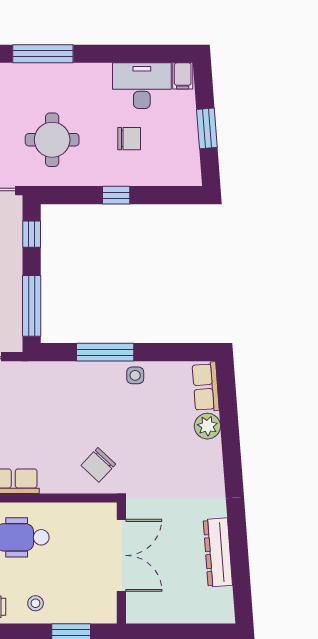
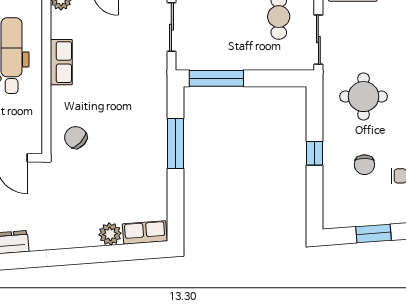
window: (32, 234) -> (280, 78), removed
side table: (135, 375) -> (155, 170), removed

